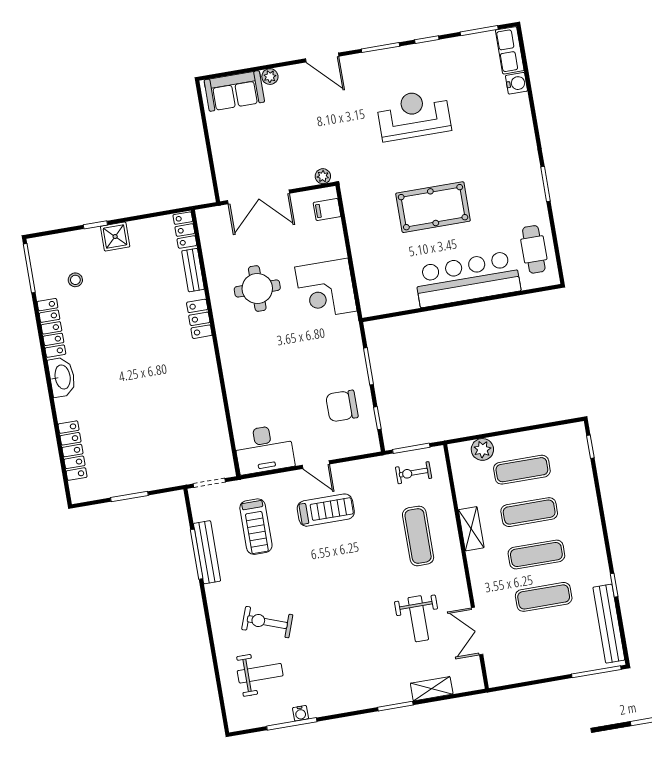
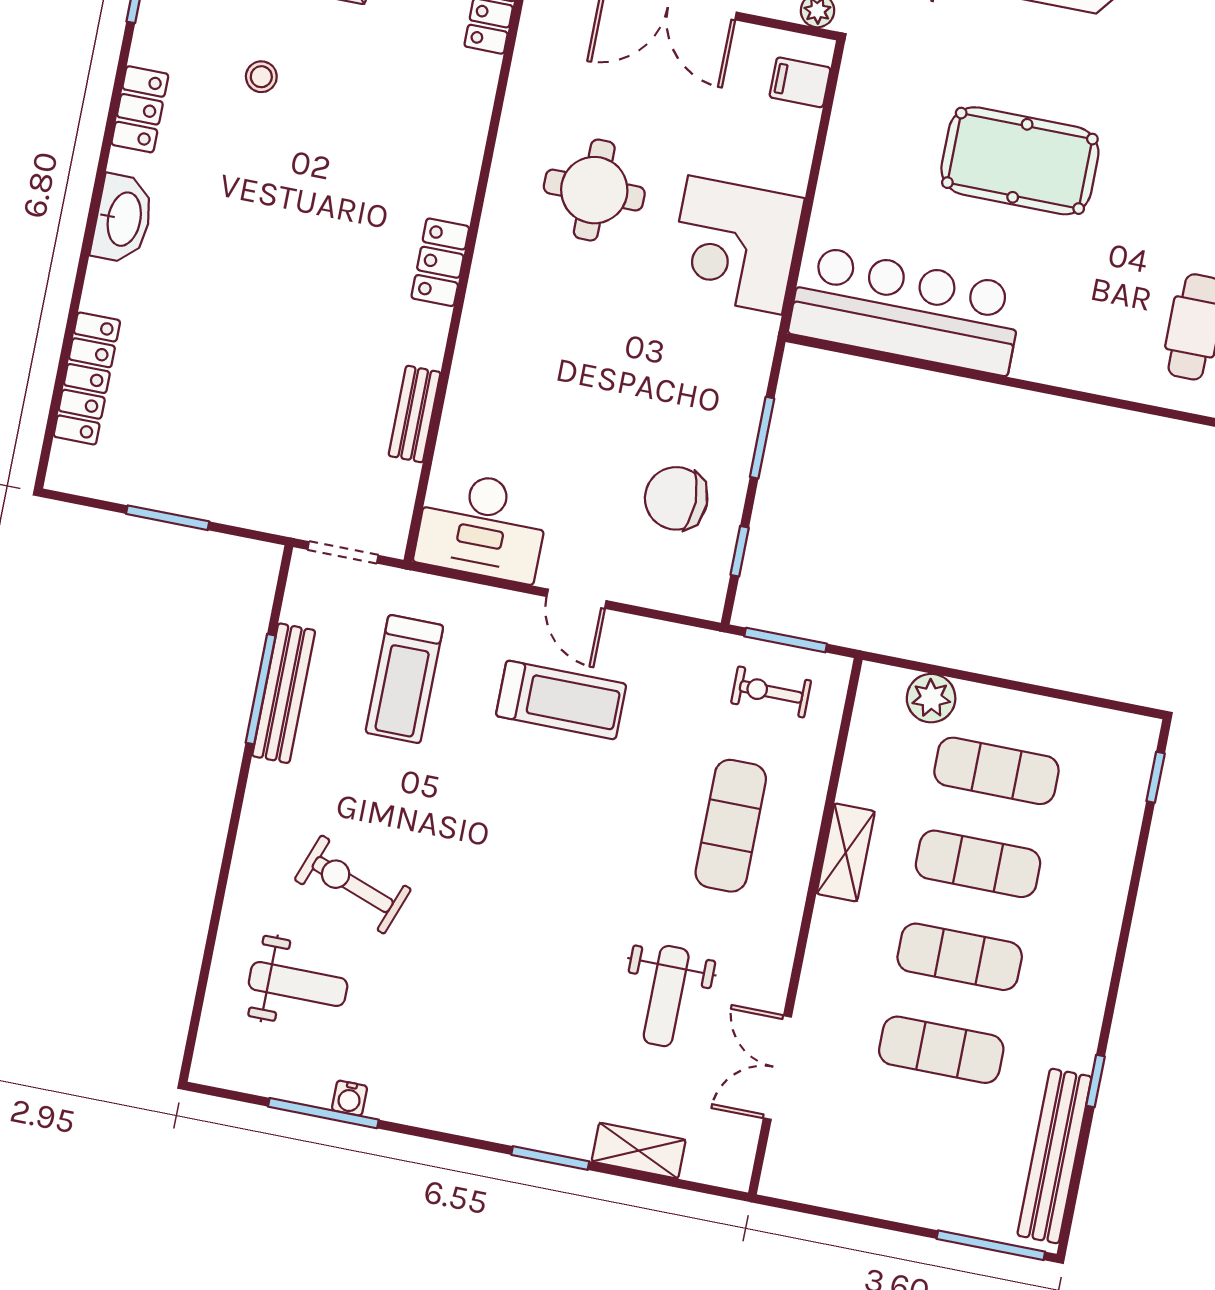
bench: (193, 270) -> (415, 414), moved
bar counter: (467, 279) -> (906, 310), moved
stool: (75, 280) -> (261, 77), moved
locker: (199, 319) -> (440, 262), moved
locker: (51, 328) -> (140, 109), width x0.66

